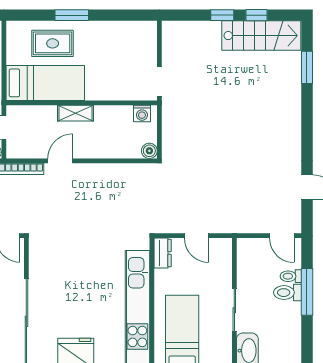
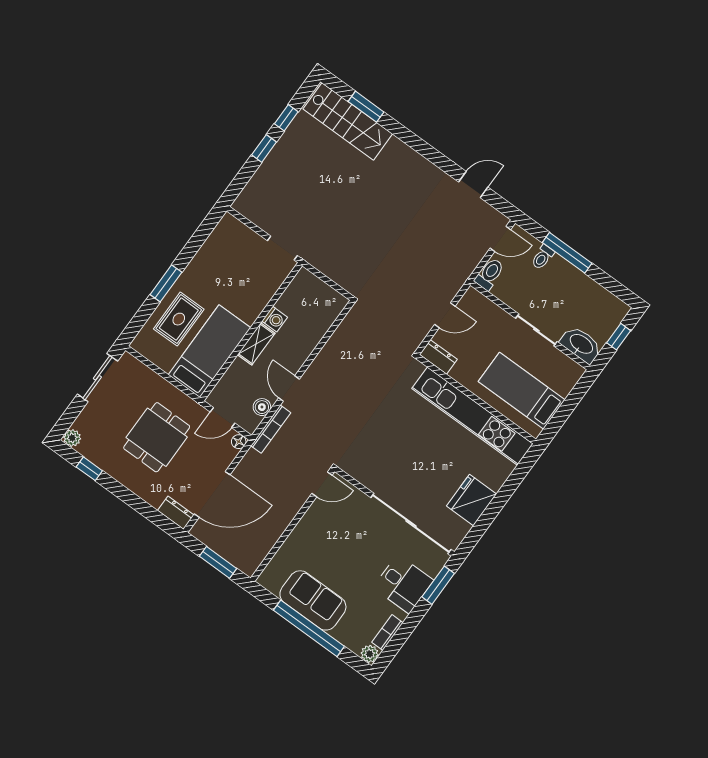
stairs: (261, 36) -> (348, 121), moved, turned 90
washing machine: (142, 113) -> (275, 319), moved
boiler: (149, 151) -> (262, 407), moved
toilet: (288, 293) -> (490, 274), moved, turned 180

